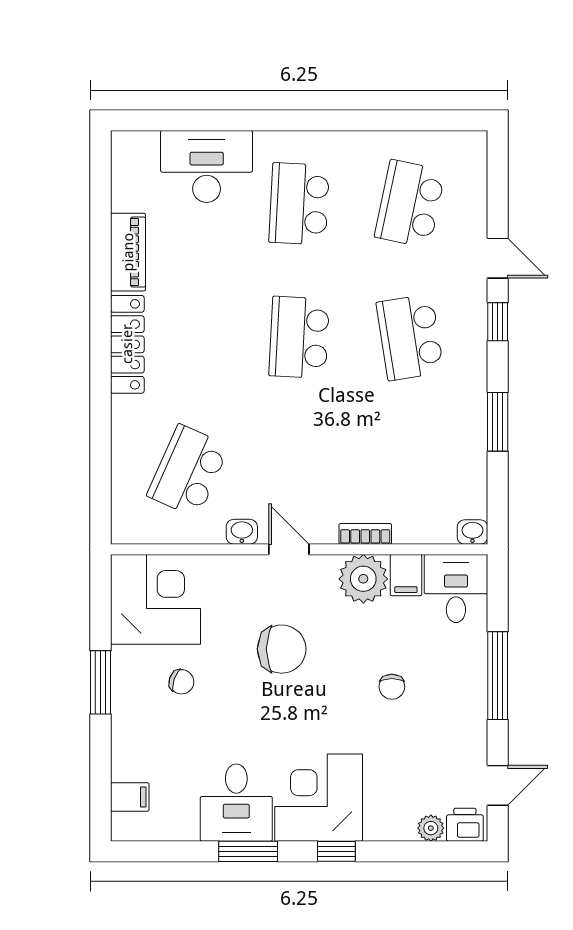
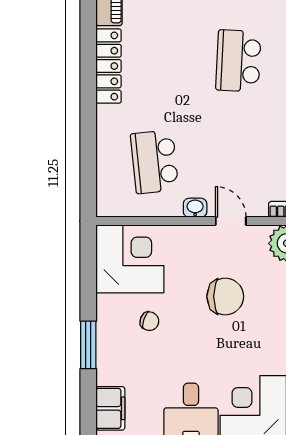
school desk: (188, 471) -> (154, 162), turned -30
window: (101, 682) -> (88, 345), moved
filing cabinet: (130, 797) -> (110, 408), width x2.00

